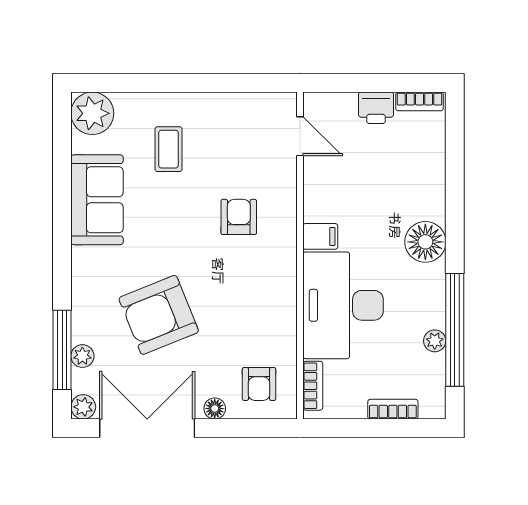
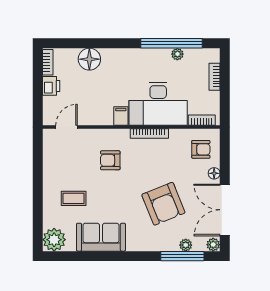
floor lamp: (425, 242) -> (89, 59), moved
bookcase: (288, 289) -> (149, 134), added

